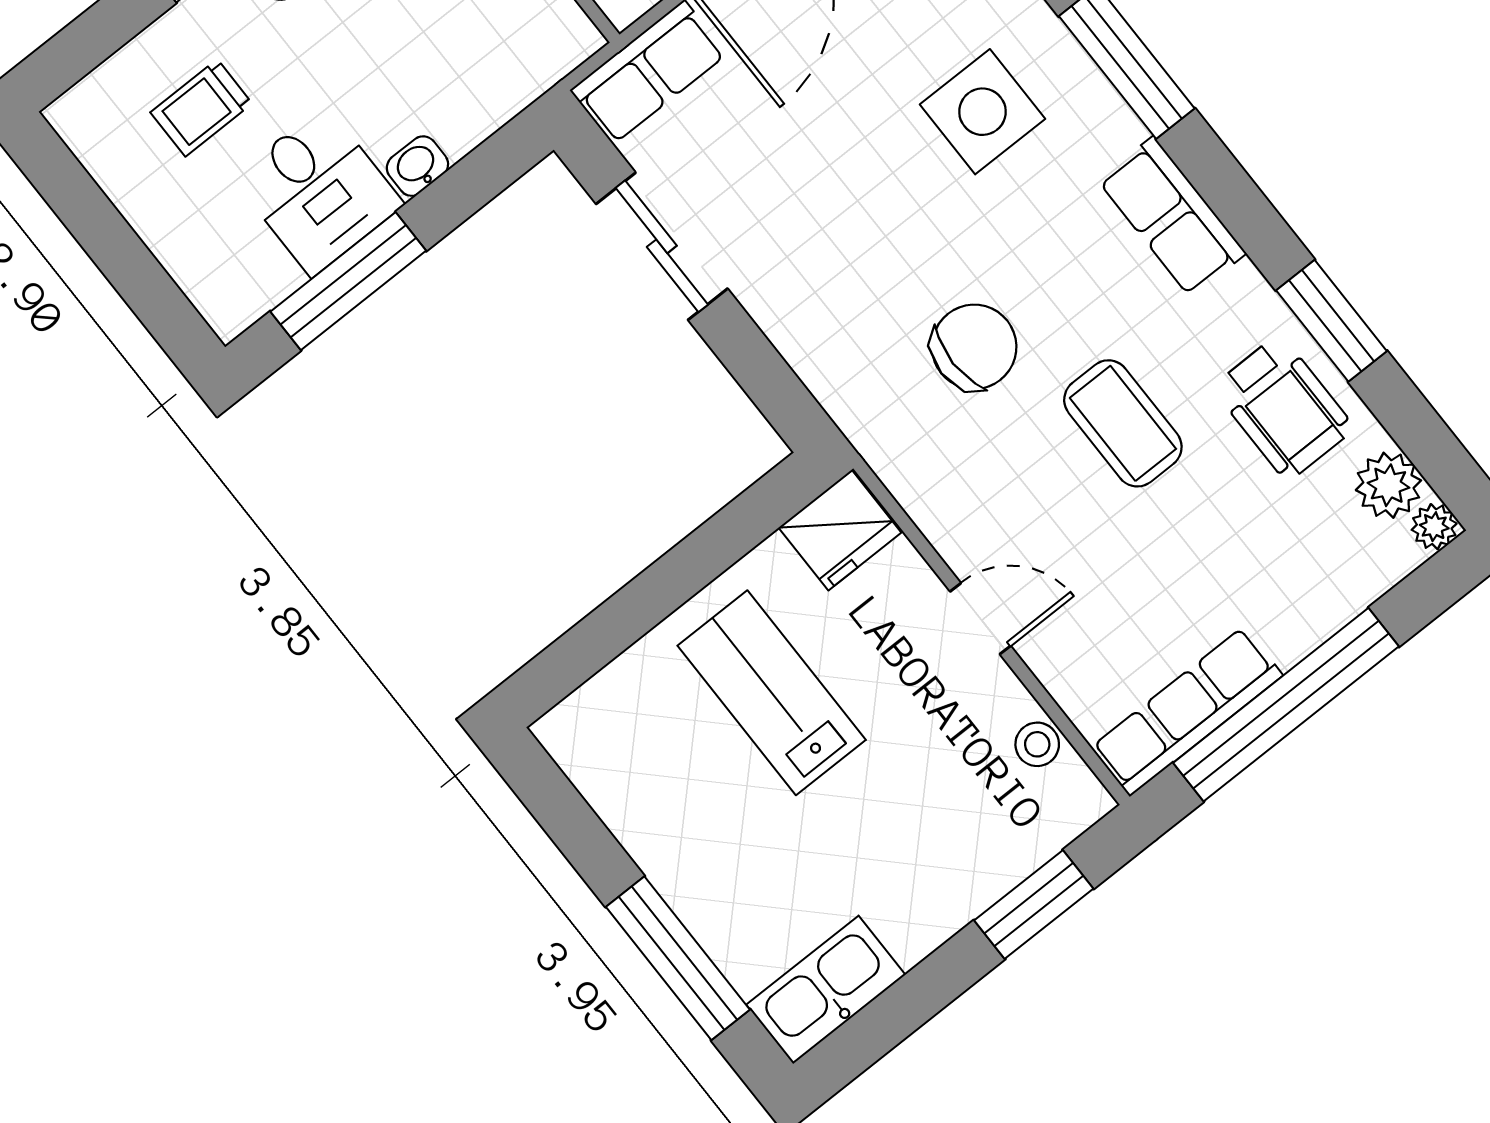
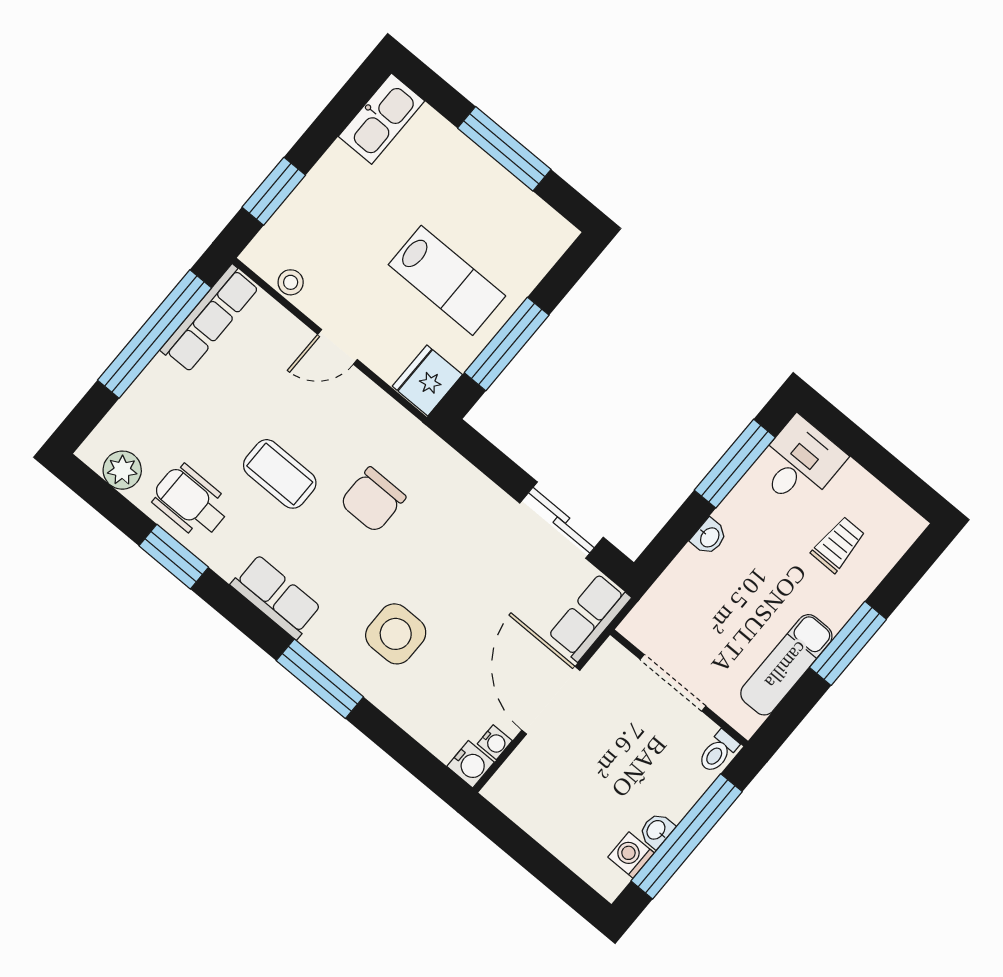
desk: (318, 191) -> (799, 463), moved, turned 90
plant: (1434, 527) -> (91, 452), removed
window: (693, 564) -> (507, 344), added
window: (678, 958) -> (504, 149), moved

